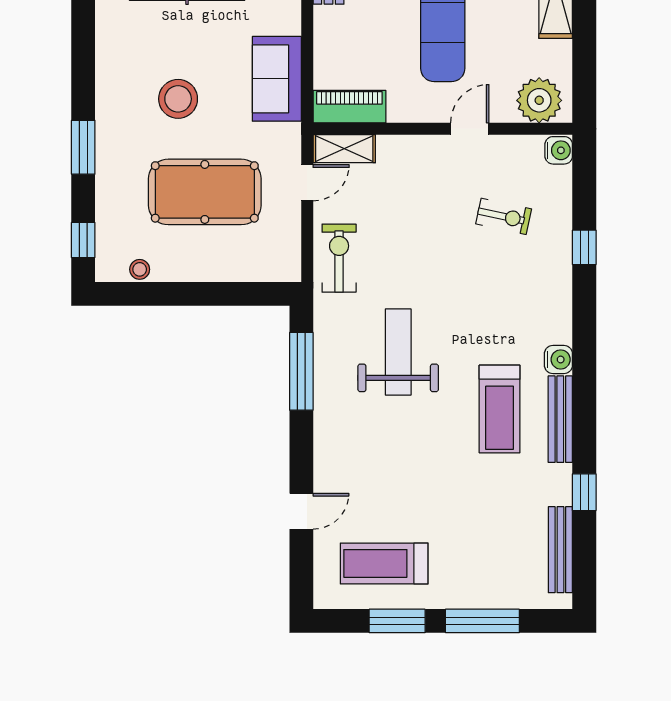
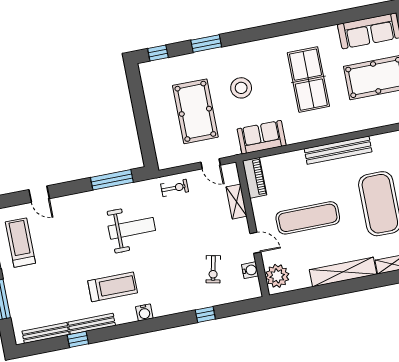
shelving: (344, 149) -> (236, 202), moved
water cooler: (559, 150) -> (250, 270), moved, turned -90
exercise bike: (339, 258) -> (175, 188), width x0.73, depth x0.72
stool: (140, 269) -> (148, 85), removed
treadmill: (500, 409) -> (113, 287), turned 180
bench: (560, 419) -> (92, 324), moved

